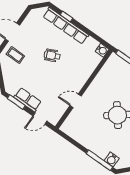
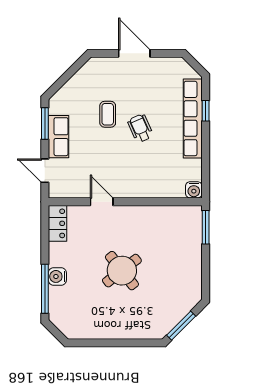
coffee table: (15, 55) -> (108, 114), moved
locker: (71, 131) -> (58, 223), added
water cooler: (112, 159) -> (57, 276), moved

